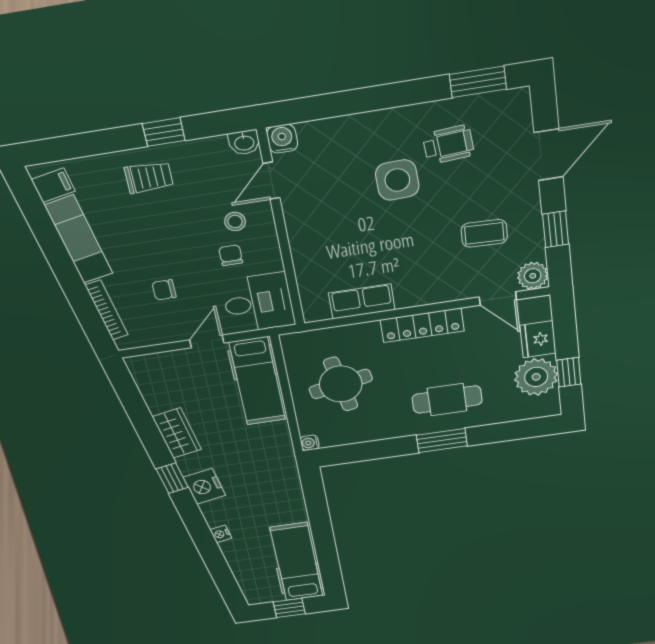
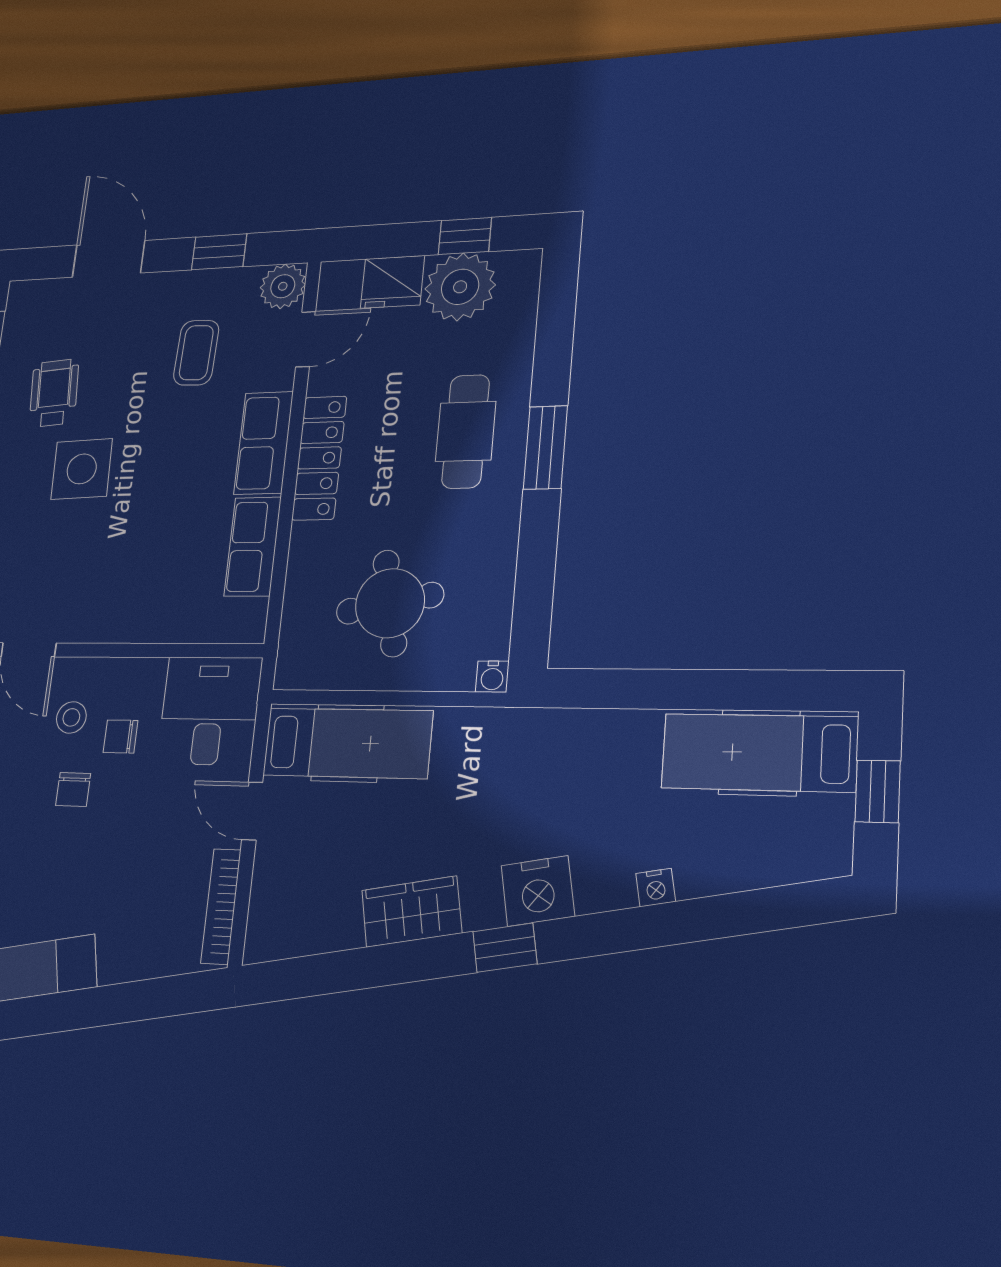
chair: (164, 290) -> (73, 789), moved
row of seats: (428, 291) -> (264, 443), added
bookcase: (107, 310) -> (221, 906), moved, turned -79

